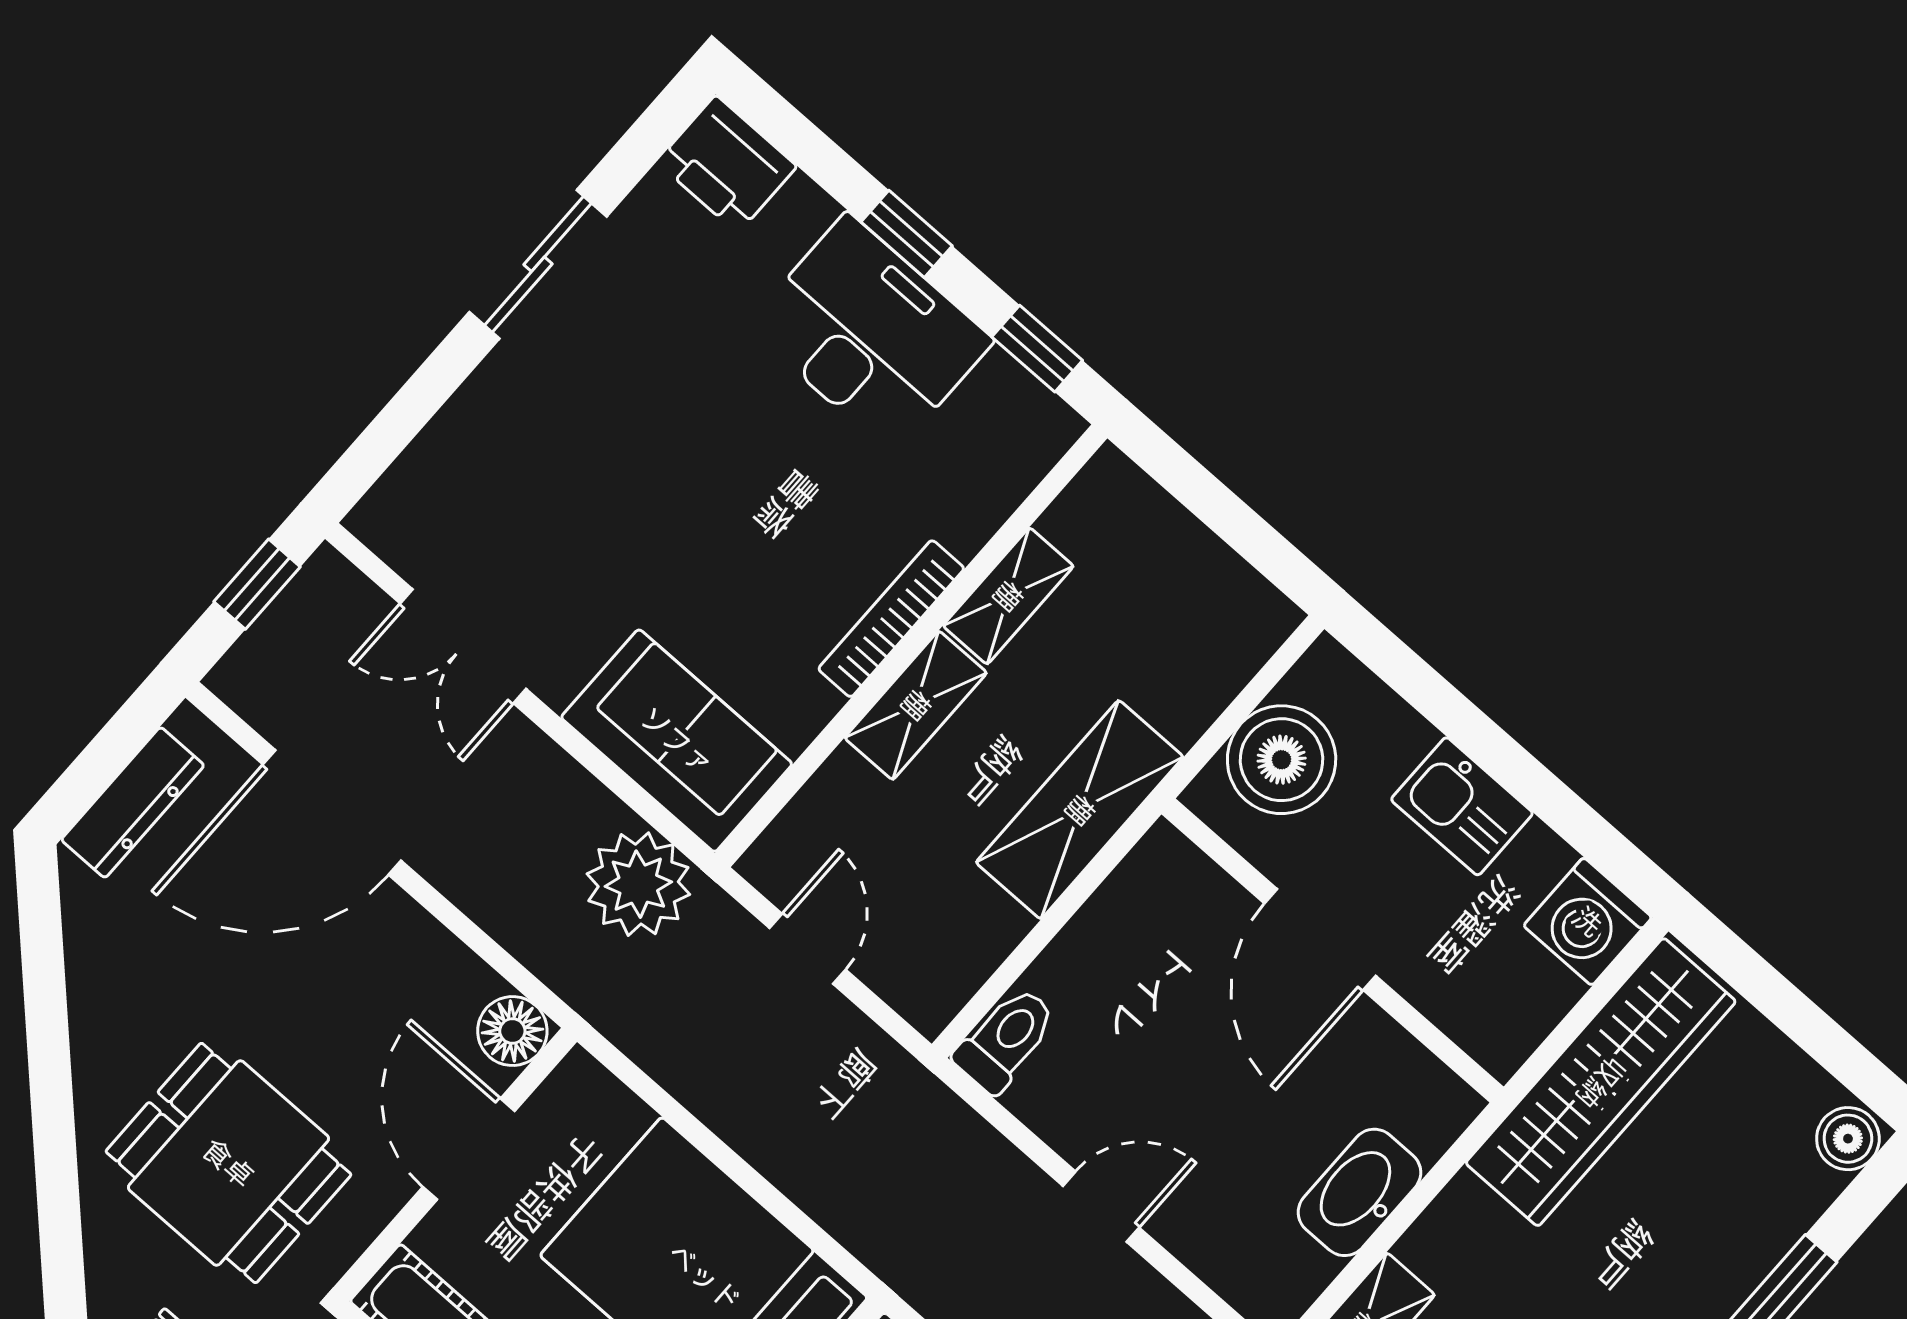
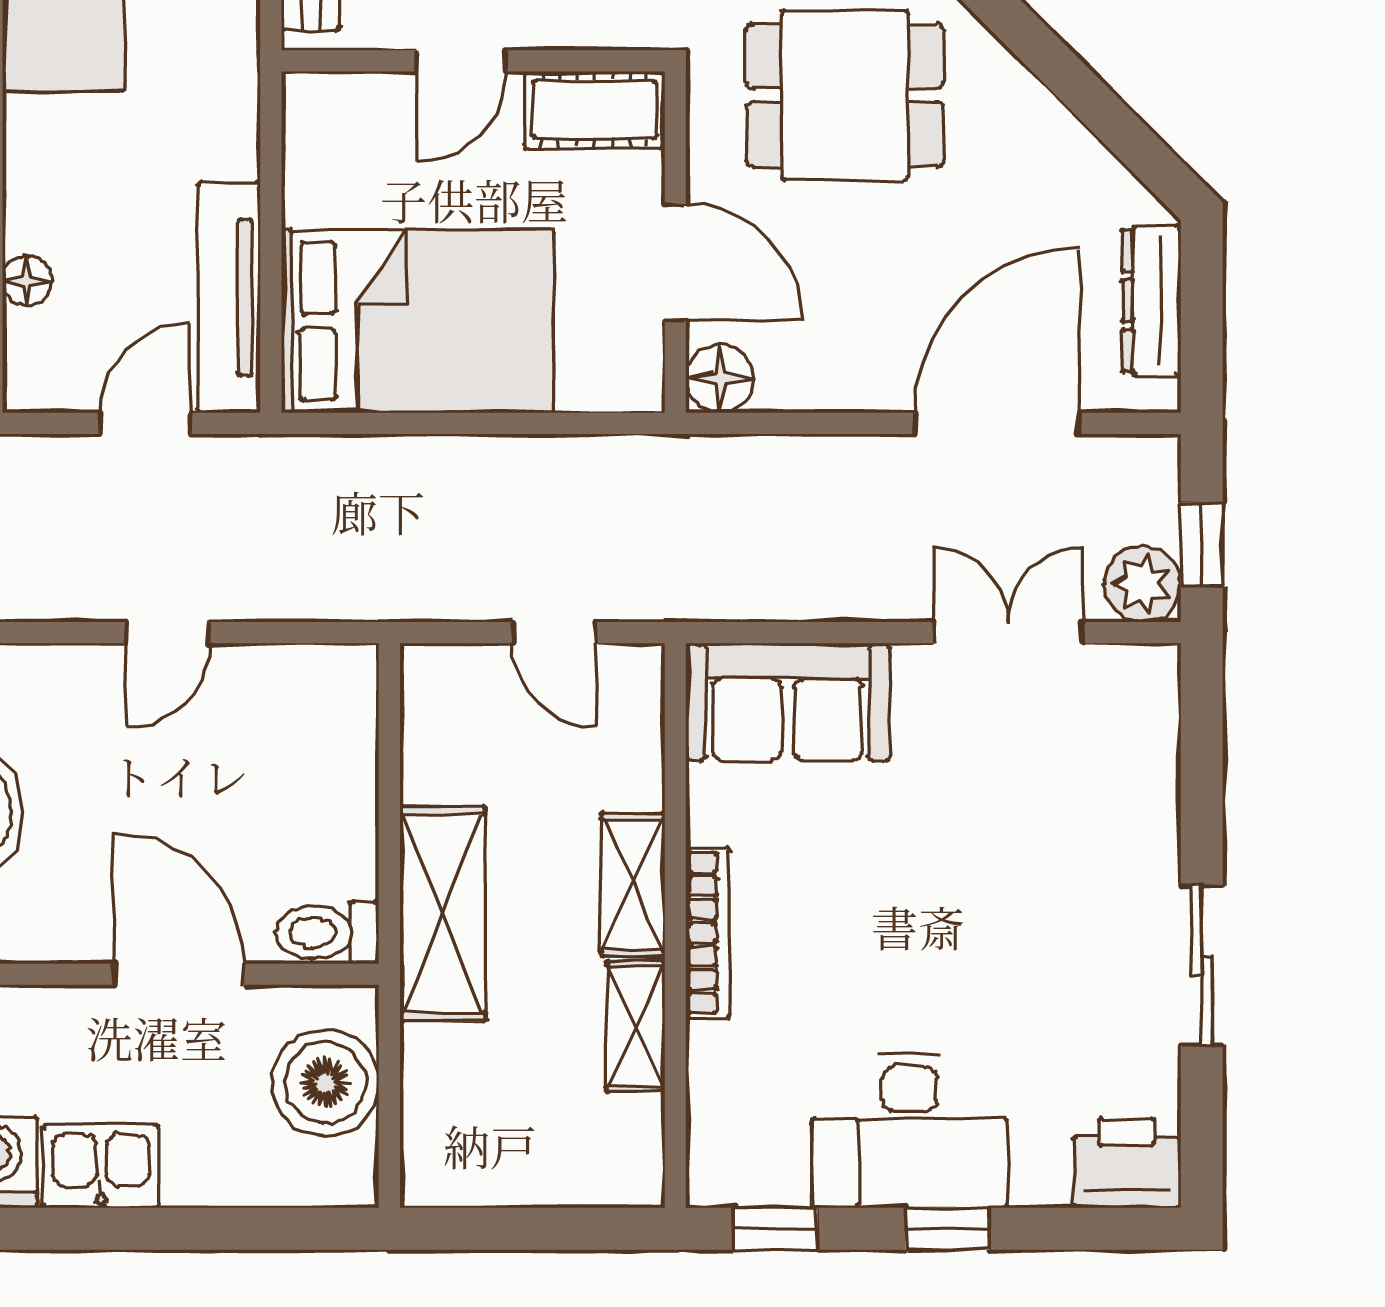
kitchen sink: (1462, 806) -> (101, 1166), moved
plant: (638, 884) -> (1143, 584), moved, width x0.73, depth x0.73
toilet: (1006, 1040) -> (327, 932), moved, turned 90

